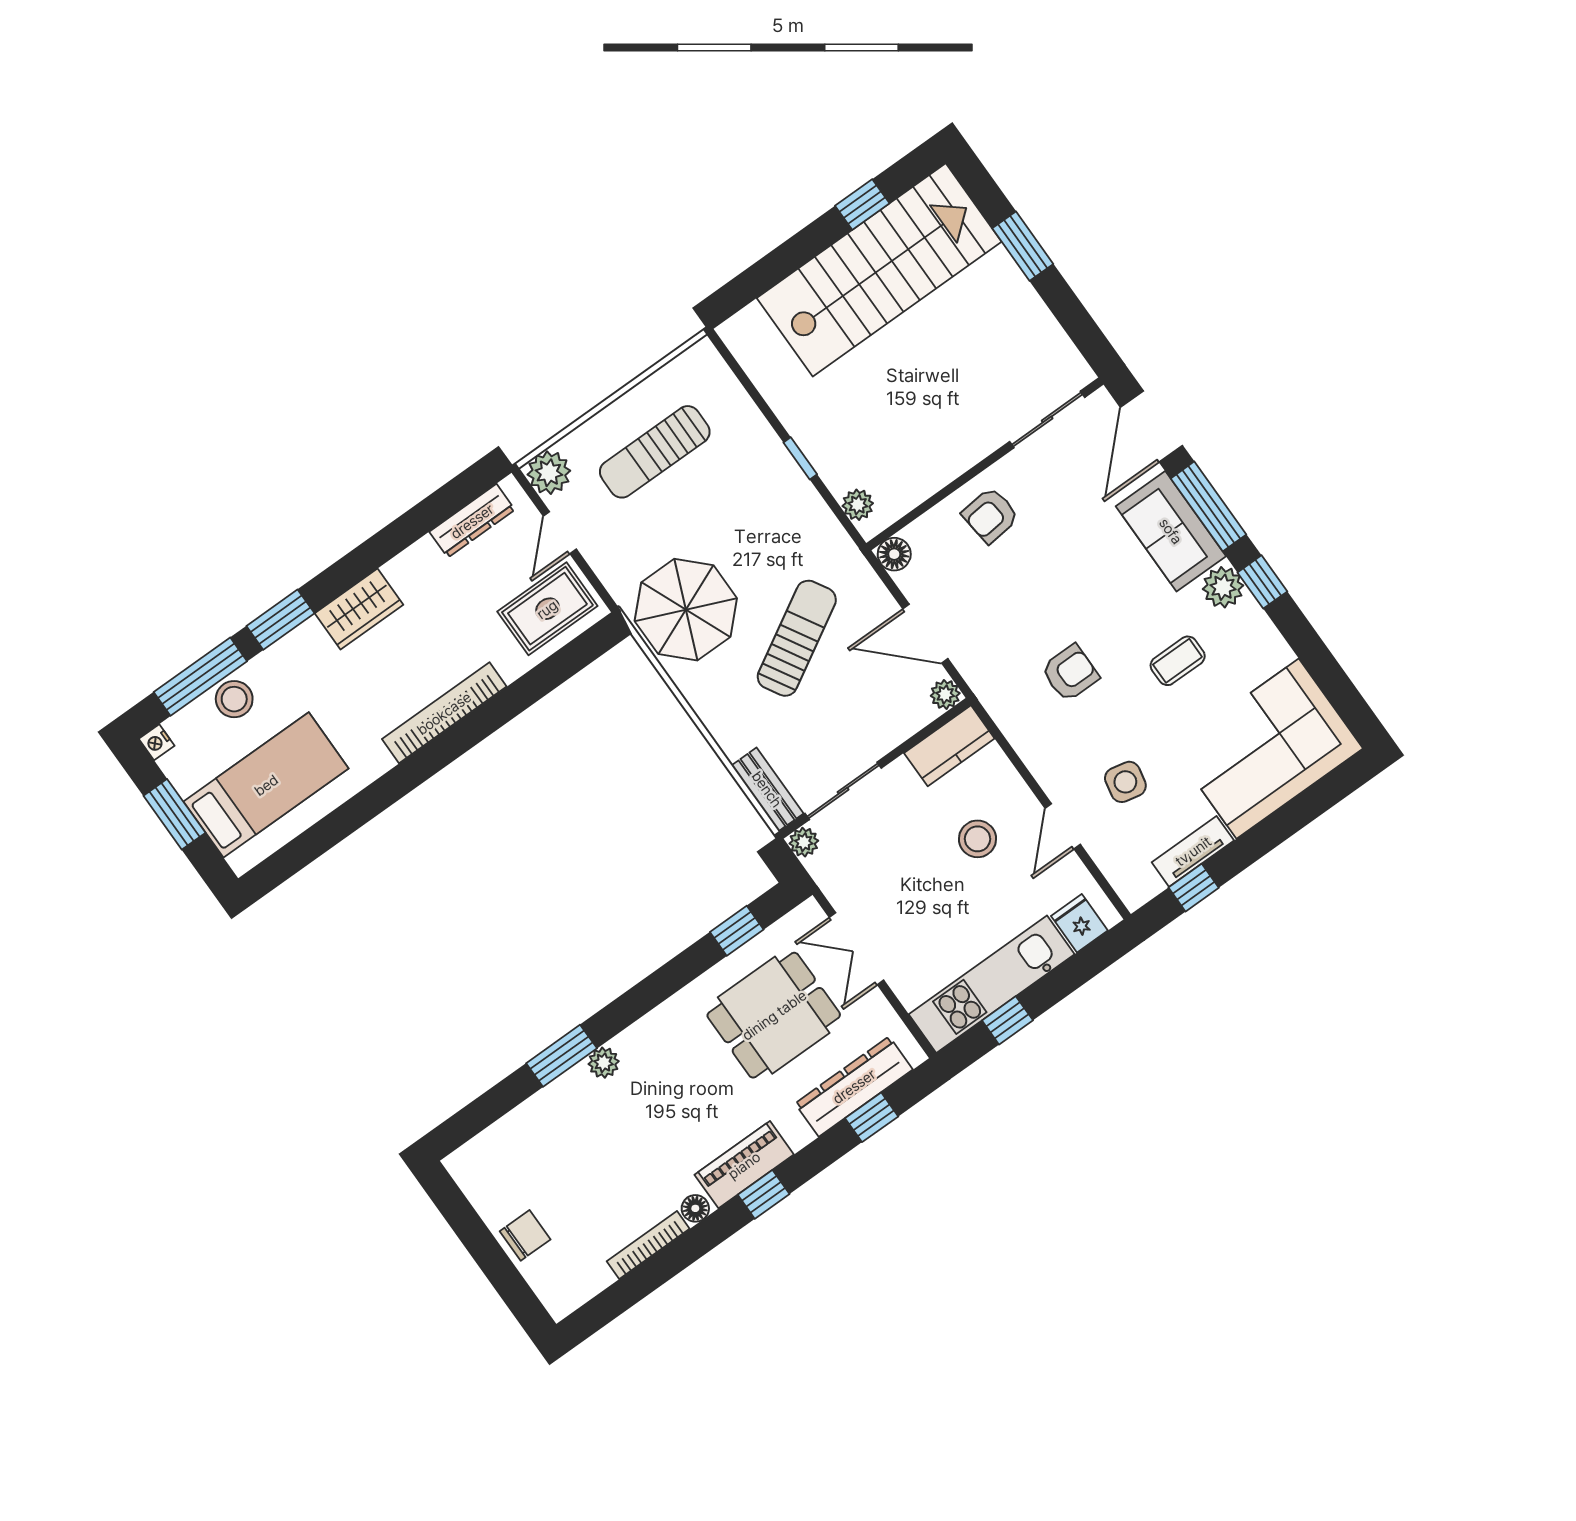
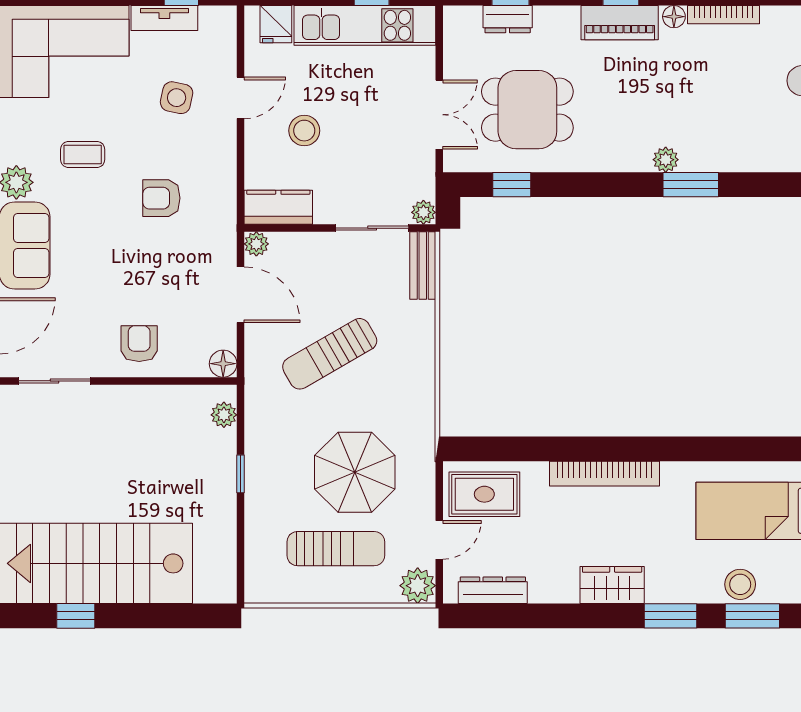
armchair: (990, 515) -> (139, 344), turned -84
parasol: (686, 610) -> (355, 472), moved
window: (200, 677) -> (752, 616), width x0.69
dresser: (854, 1086) -> (508, 19), width x0.51, depth x0.80

